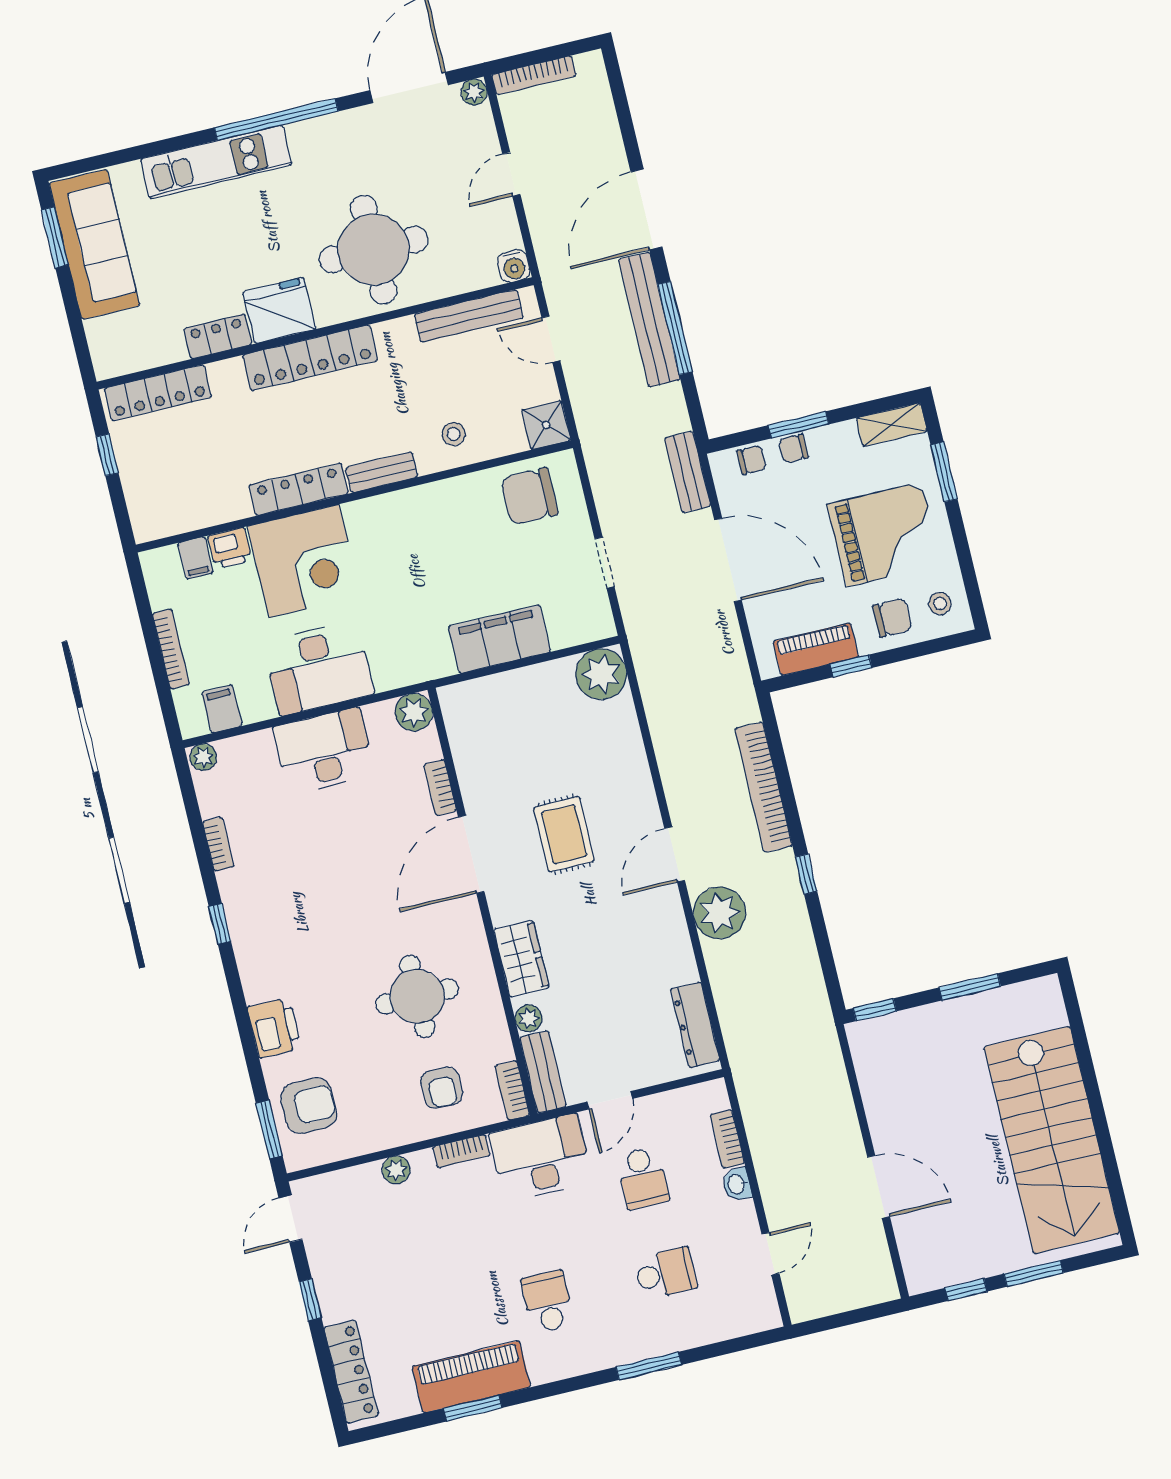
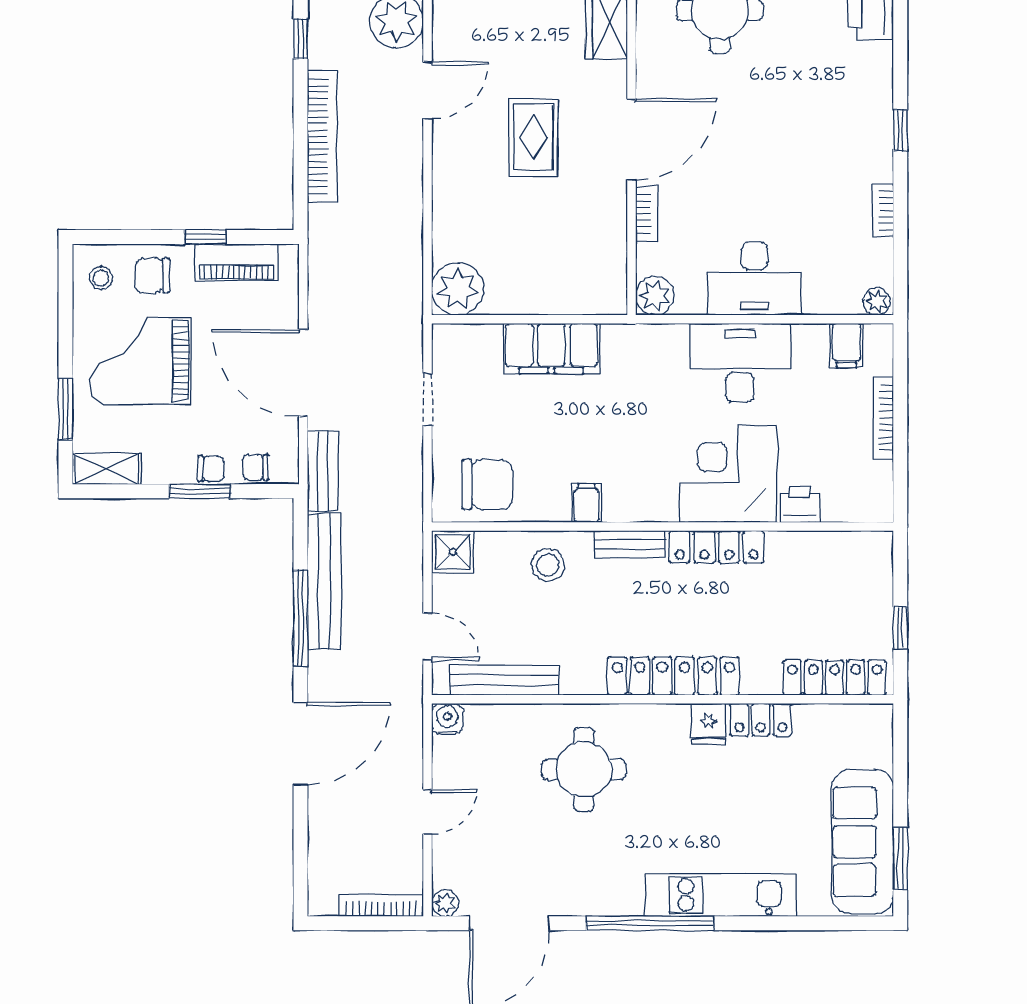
round table: (374, 250) -> (584, 769), width x0.73, depth x0.73
fridge: (279, 310) -> (708, 724), width x0.53, depth x0.75
bench: (649, 319) -> (324, 581), moved
stool: (454, 434) -> (548, 565), width x1.37, depth x1.37
filing cabinet: (195, 558) -> (587, 503), moved

